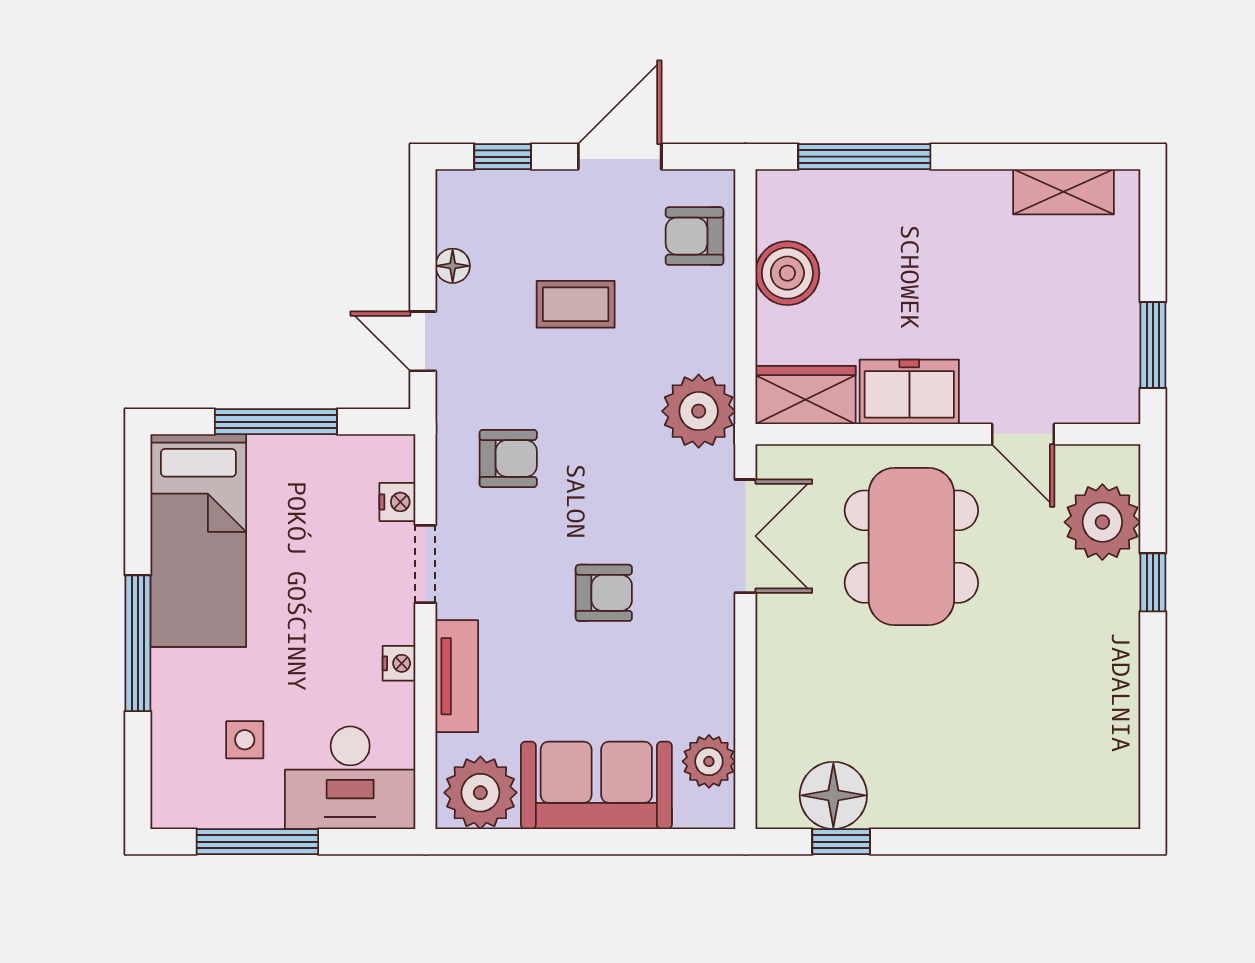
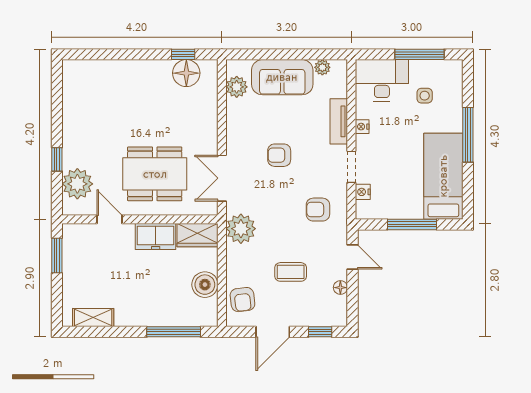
armchair: (695, 236) -> (242, 300), turned 83
dining table: (911, 547) -> (155, 174), turned 90
plant: (480, 793) -> (322, 67), width x0.53, depth x0.53

